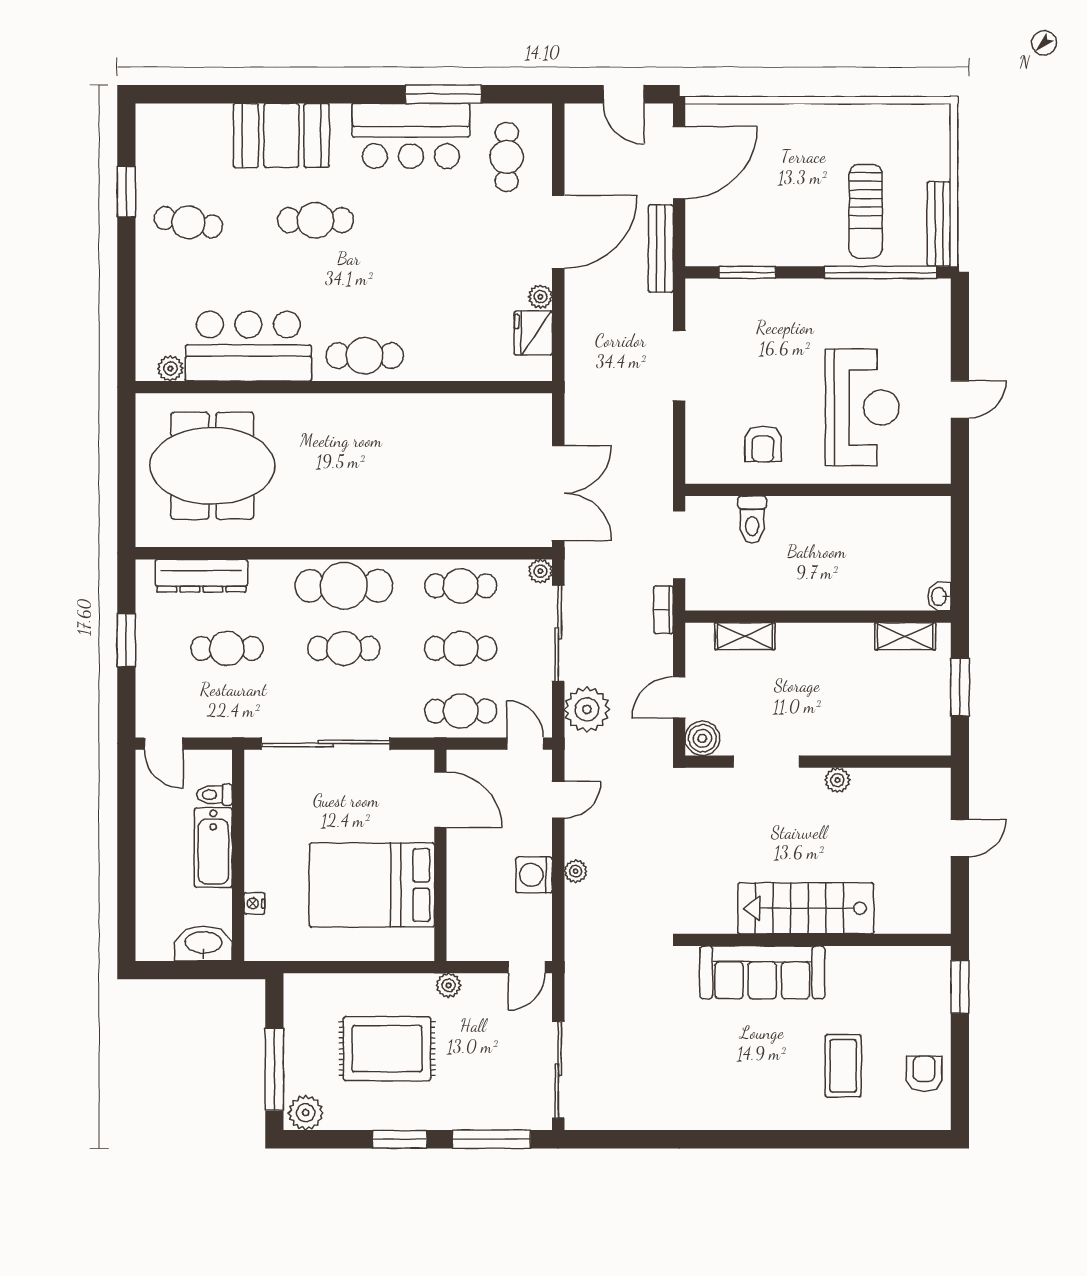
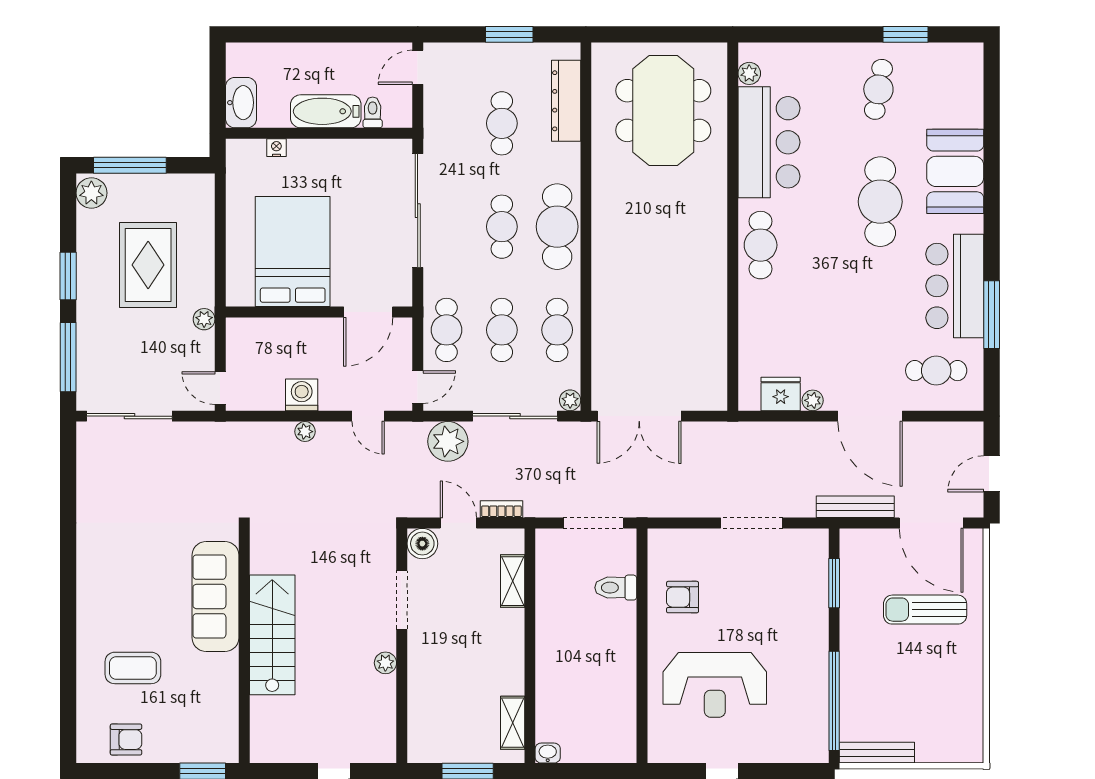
sun lounger: (866, 211) -> (925, 610), moved
cafe table: (315, 220) -> (880, 202), width x1.37, depth x1.35
bookcase: (663, 610) -> (501, 509), moved

